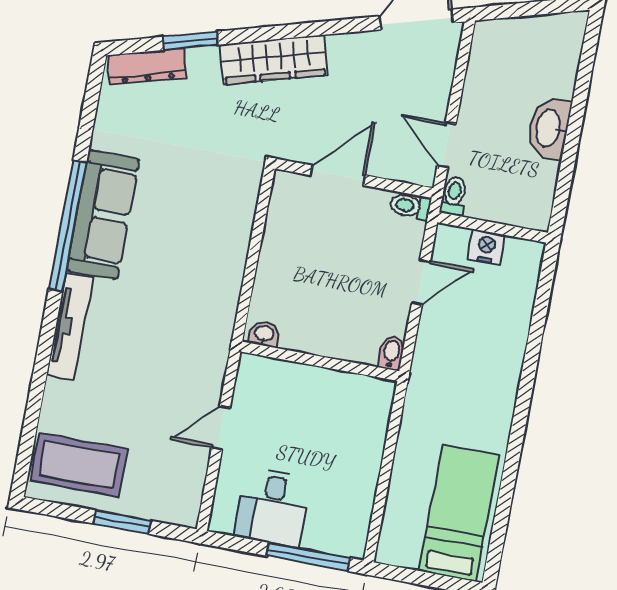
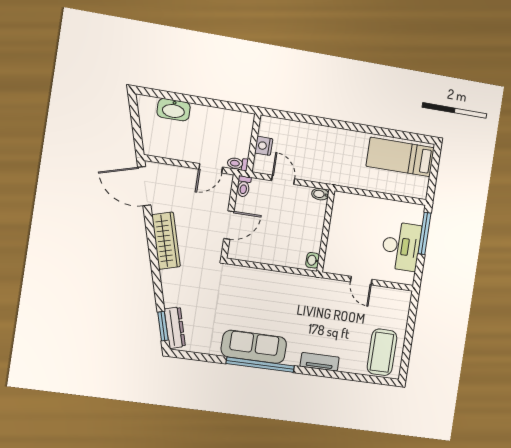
window: (190, 41) -> (163, 326), moved
wardrobe: (274, 60) -> (166, 241), moved
washbasin: (549, 128) -> (174, 110), moved
door: (338, 175) -> (229, 225), swing flipped
tv unit: (70, 326) -> (320, 362), width x0.71
desk: (273, 507) -> (401, 246), width x1.37
window: (122, 522) -> (410, 329), removed

